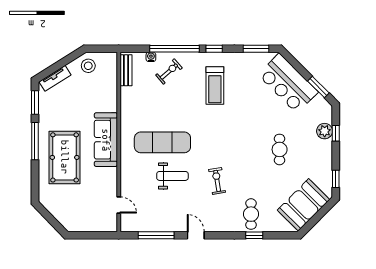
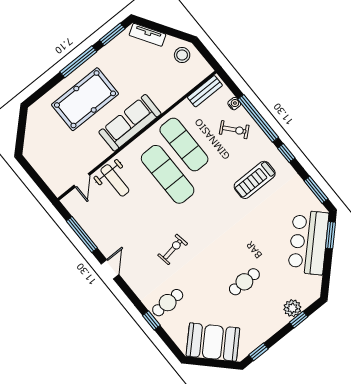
window: (318, 87) -> (330, 235), moved
exercise mat: (151, 114) -> (184, 145), added
weight bench: (172, 176) -> (115, 180), moved

